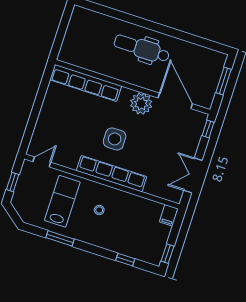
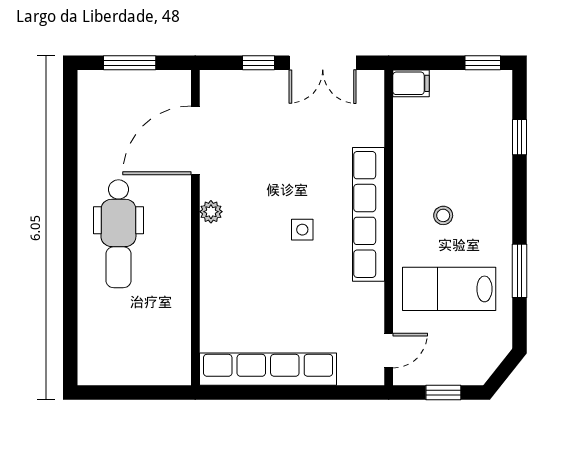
row of seats: (86, 83) -> (268, 369), moved, turned -90
plant: (141, 104) -> (211, 212), width x0.53, depth x0.53
window: (208, 129) -> (258, 63), moved
side table: (115, 139) -> (302, 230), width x0.54, depth x0.54
door: (42, 162) -> (389, 351), swing flipped

